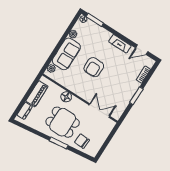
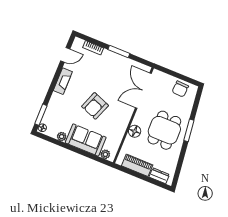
door: (142, 50) -> (65, 55), hinge flipped
armchair: (94, 67) -> (95, 106), turned 111
double door: (99, 111) -> (143, 91), width x1.37
chair: (82, 141) -> (180, 89), moved

